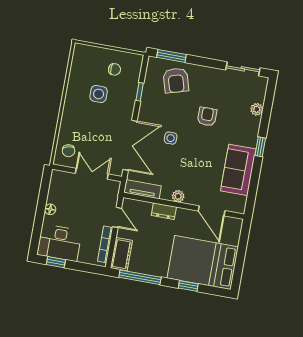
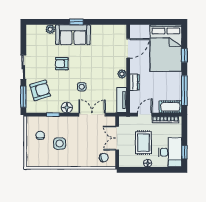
sliding door: (243, 69) -> (23, 67), moved
floor lamp: (146, 113) -> (67, 108), added
double door: (130, 145) -> (92, 115), width x0.73
sofa: (238, 170) -> (73, 35), moved
rug: (79, 209) -> (143, 143), added

